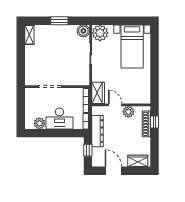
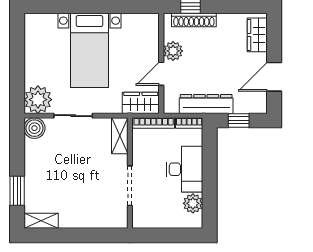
window: (59, 21) -> (17, 191), moved
bed with nightstands: (132, 47) -> (89, 50), moved, turned 90
shelving: (79, 81) -> (120, 136), added

